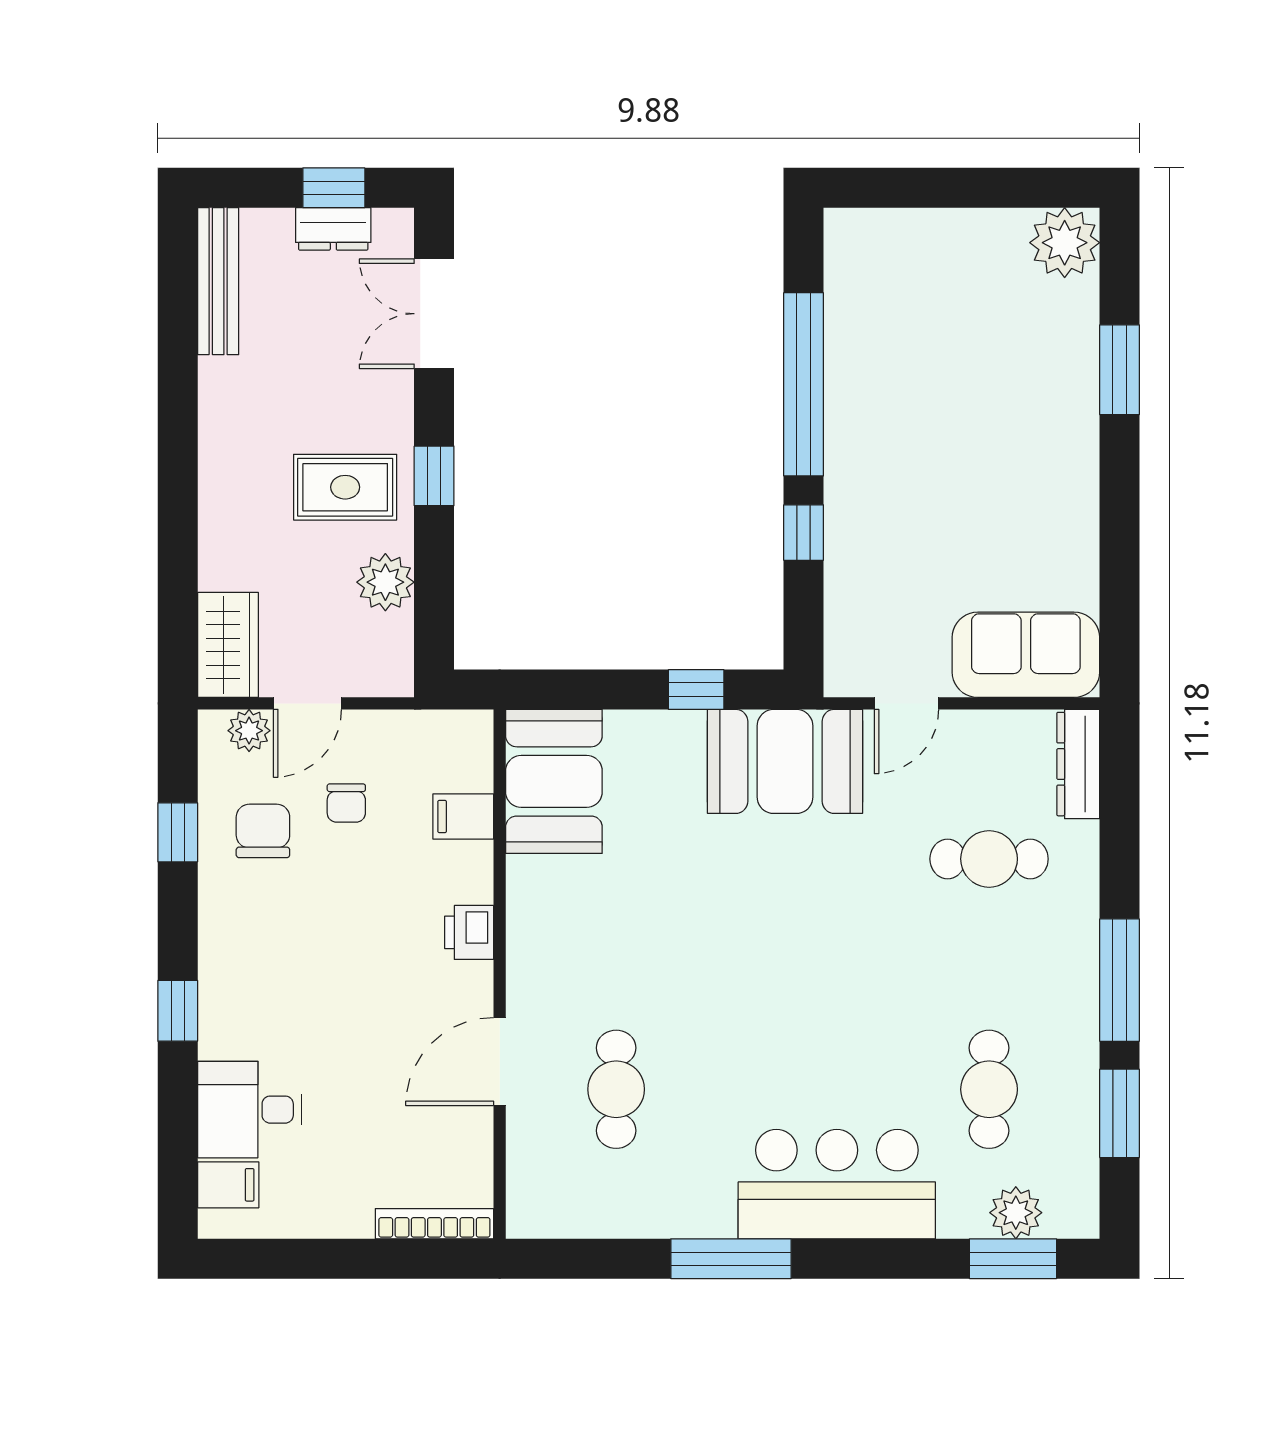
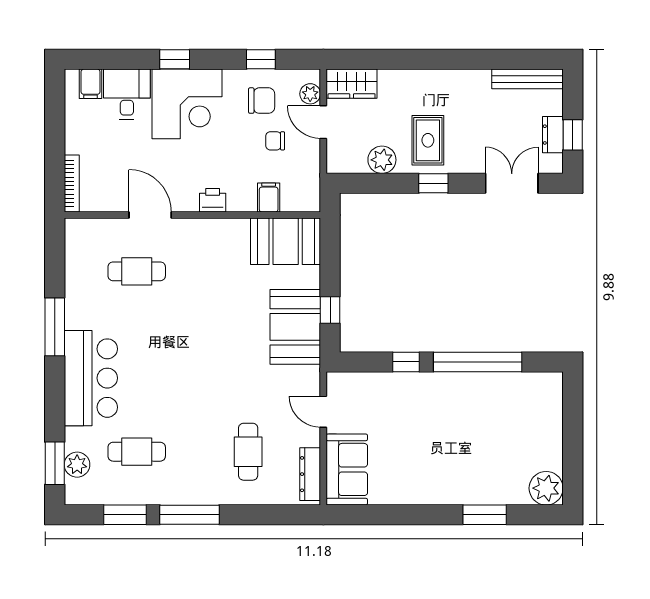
booth: (785, 761) -> (295, 327), moved
dresser: (1078, 764) -> (310, 474), moved, turned -90
corner desk: (270, 985) -> (187, 104), added

